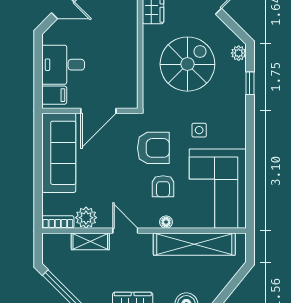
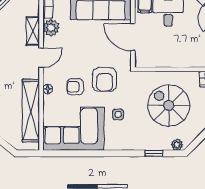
spiral stairs: (187, 64) -> (169, 105), turned 180

